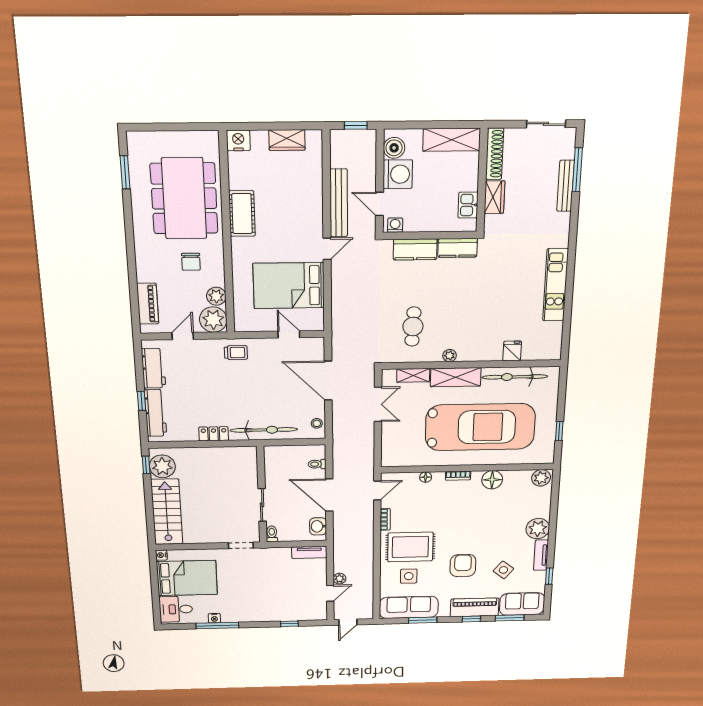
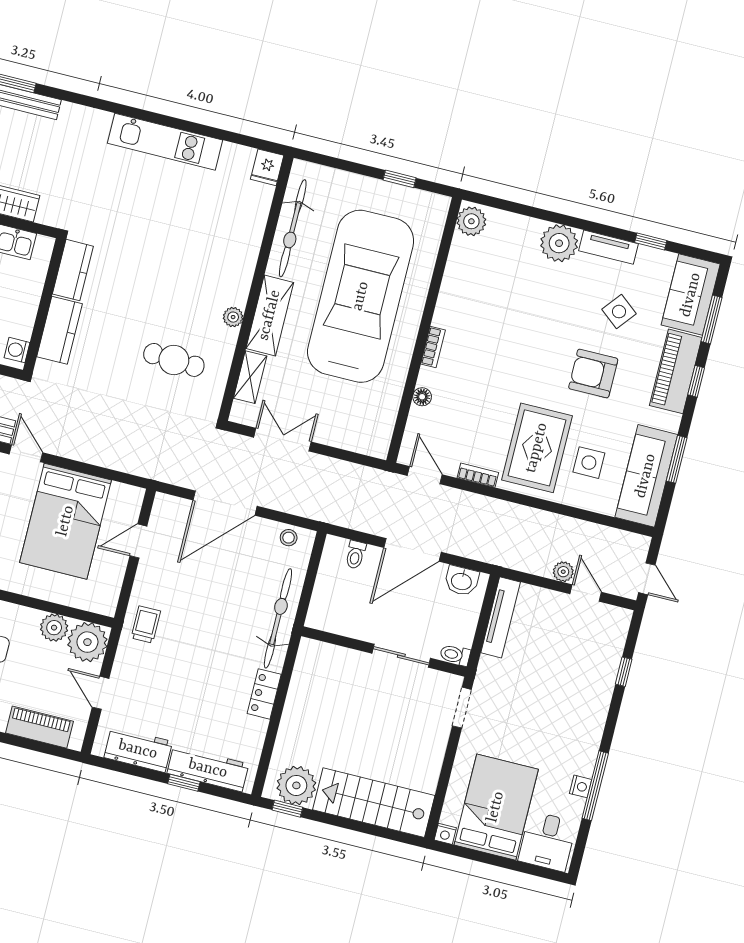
fridge: (512, 351) -> (267, 167), moved, turned -90
floor lamp: (492, 480) -> (454, 297), removed
tv unit: (309, 552) -> (501, 617), width x1.41

